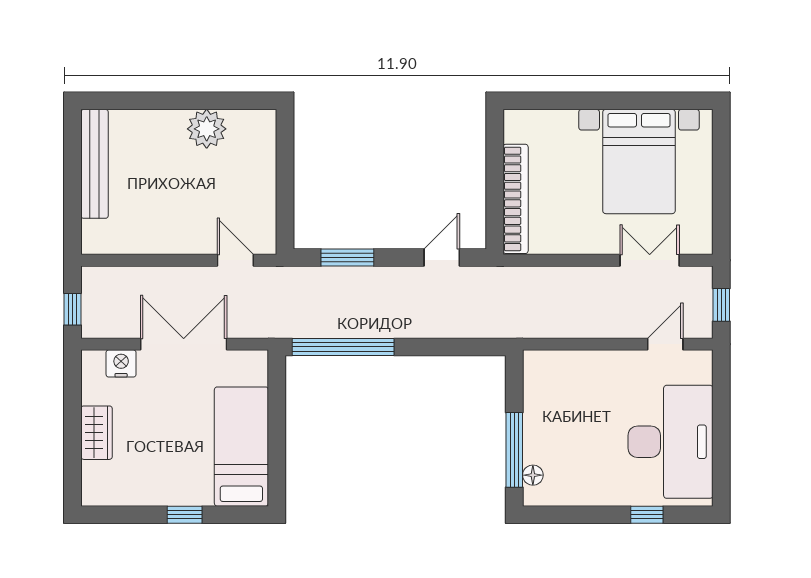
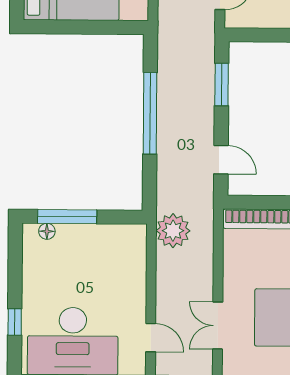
double door: (650, 260) -> (218, 326), swing flipped
plant: (531, 317) -> (173, 231), added
window: (343, 347) -> (150, 113), moved

